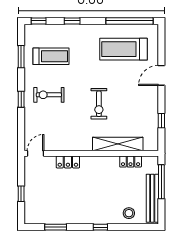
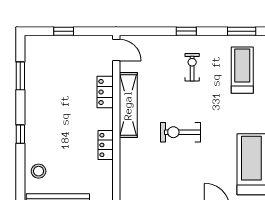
treadmill: (51, 56) -> (242, 70), turned 180
exercise bike: (49, 95) -> (192, 67), width x0.73, depth x0.72
shelving: (118, 144) -> (128, 105), moved
locker: (131, 161) -> (106, 145), moved

